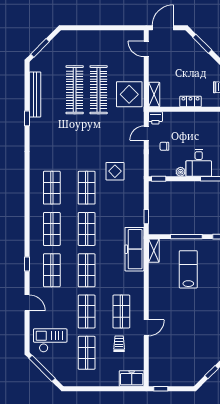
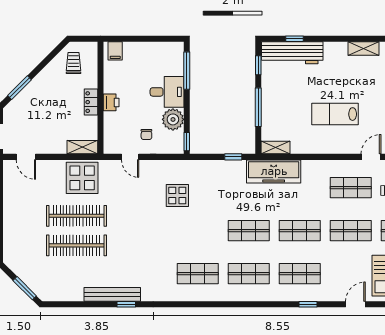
door: (146, 49) -> (26, 157), hinge flipped
bench: (35, 94) -> (112, 294), moved
window: (27, 118) -> (126, 304), moved
printer: (155, 118) -> (111, 102), moved
plant: (181, 172) -> (173, 119), width x1.87, depth x1.87
shop shelf: (87, 188) -> (198, 231), removed
window: (27, 264) -> (308, 304), moved
lab bench: (188, 269) -> (335, 114), moved
door: (27, 303) -> (355, 304), moved
door: (146, 328) -> (371, 157), hinge flipped

